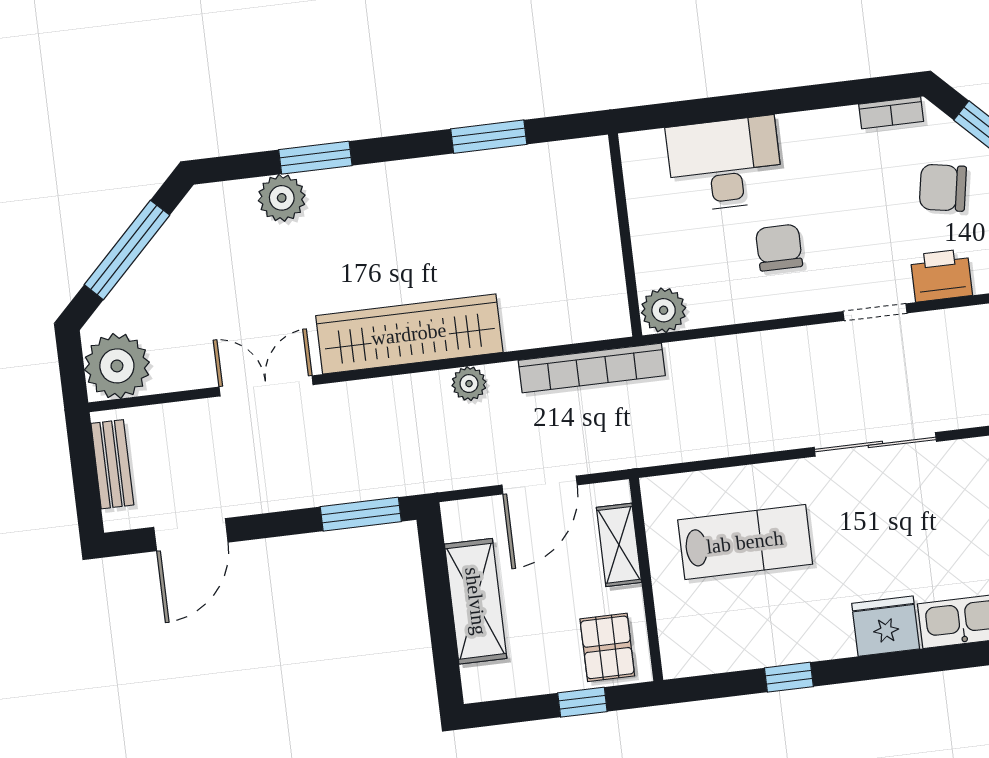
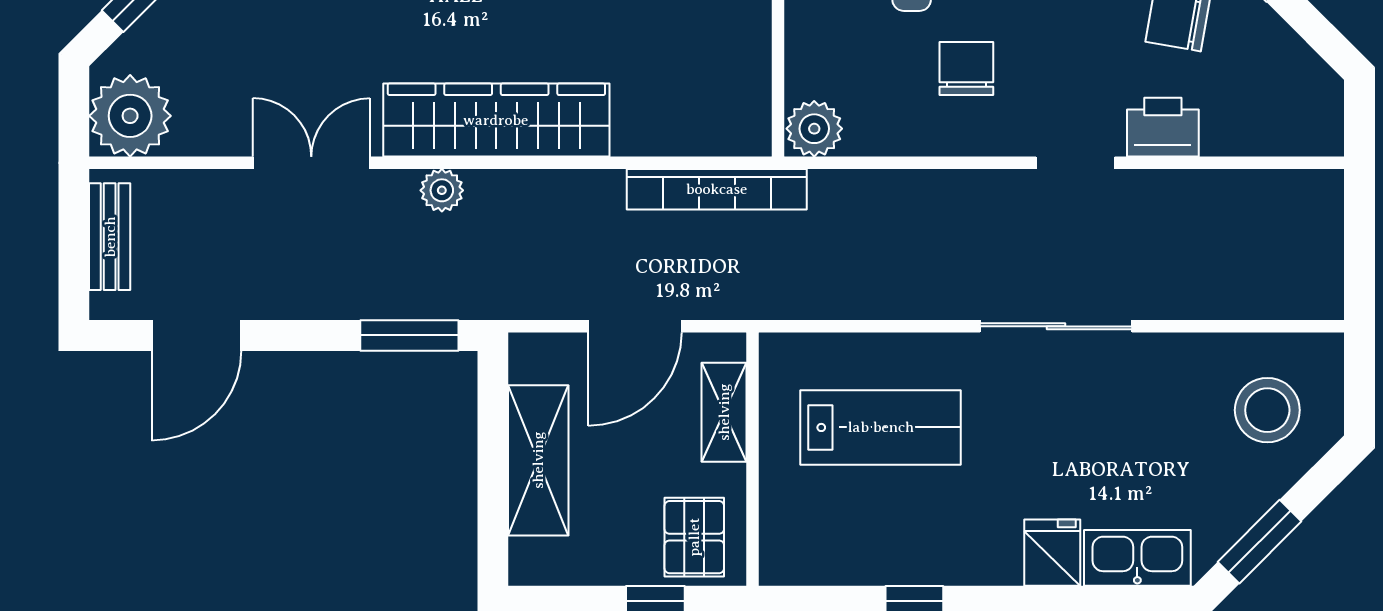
plant: (469, 384) -> (442, 190), moved
fridge: (886, 626) -> (1052, 553), width x0.72

